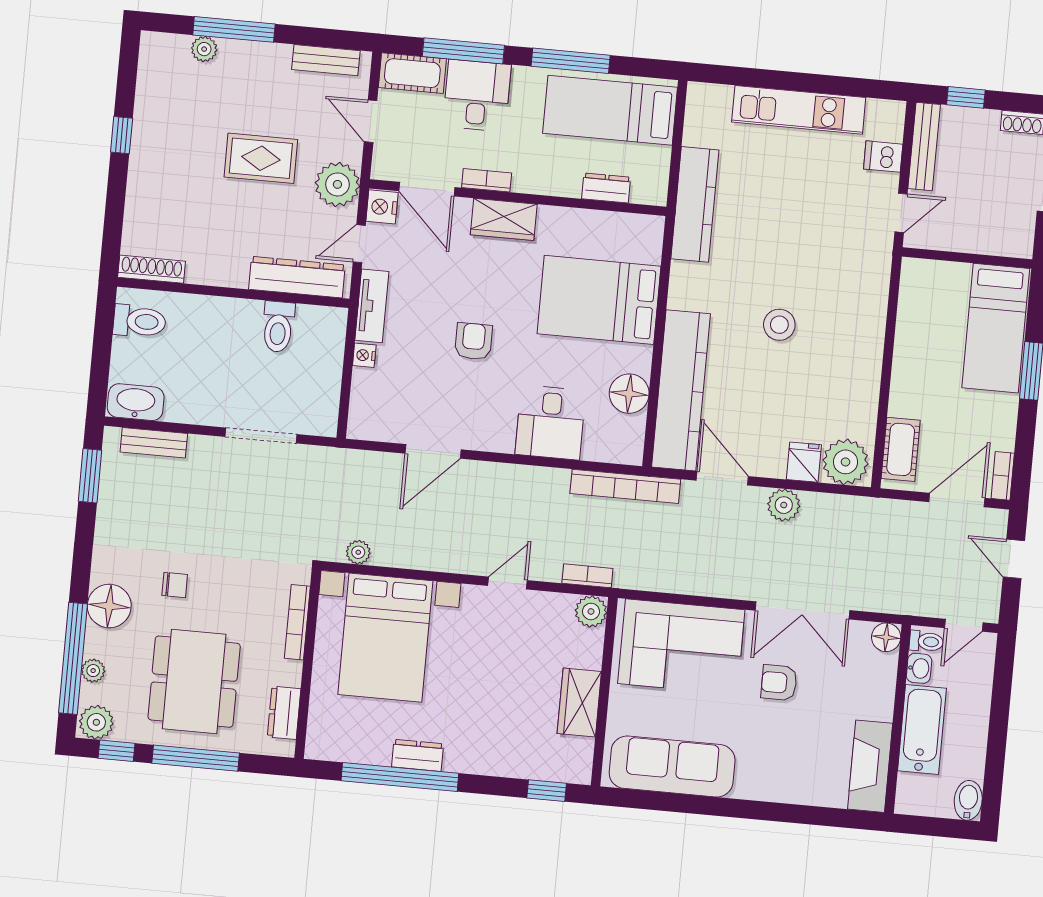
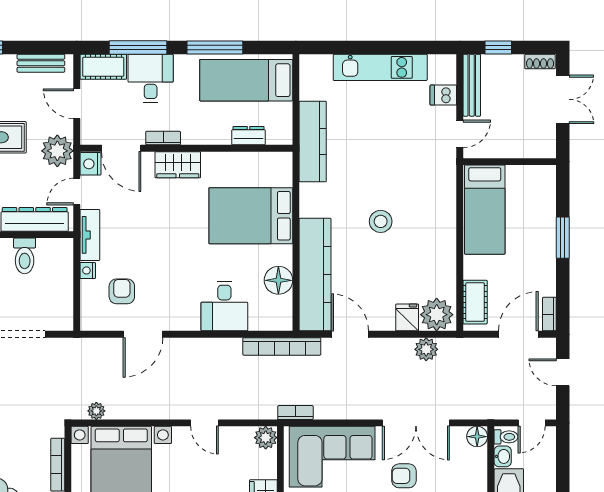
bed: (996, 328) -> (485, 210), moved
armchair: (474, 341) -> (122, 291), moved
plant: (784, 505) -> (426, 349), moved
bookcase: (587, 576) -> (295, 413), moved
door: (508, 583) -> (204, 423), swing flipped

